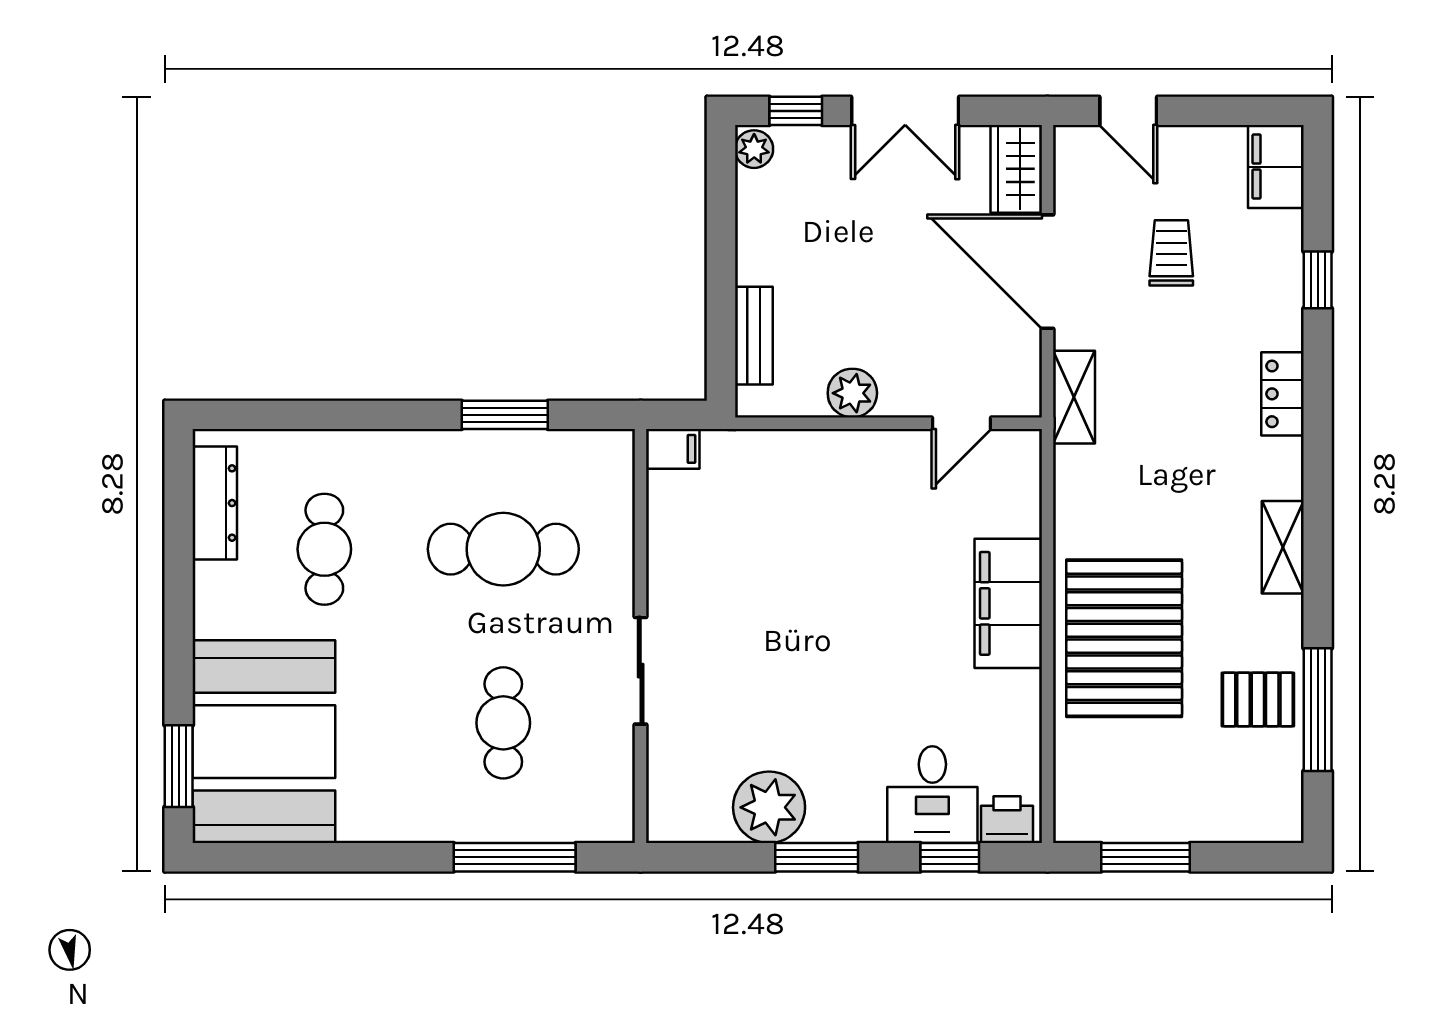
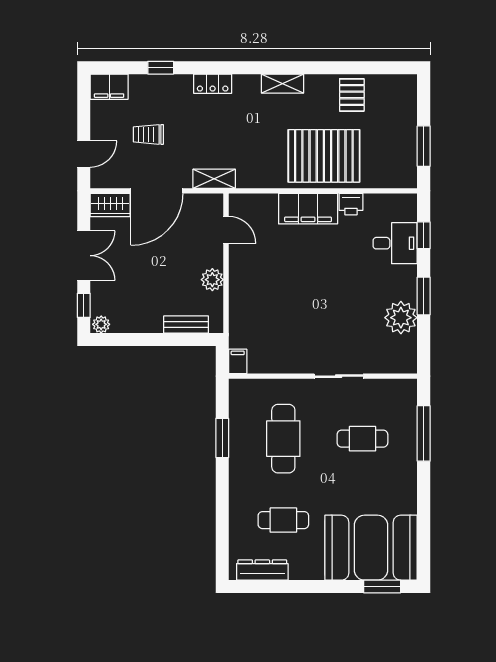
window: (1318, 710) -> (356, 68), removed
printer: (1007, 820) -> (351, 204), moved, turned -90

